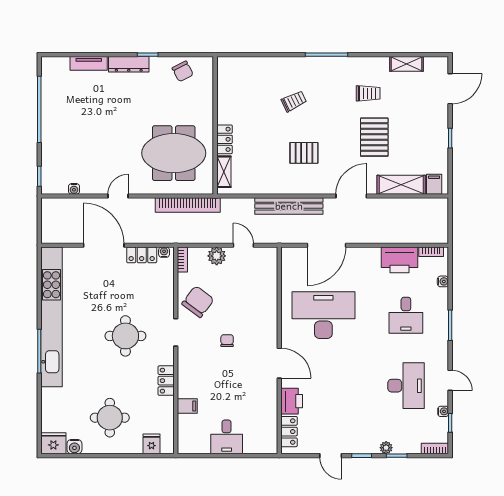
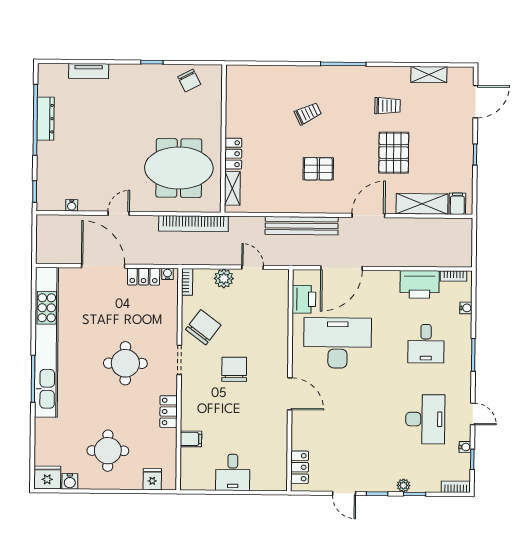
dresser: (129, 64) -> (45, 119), moved, turned -90
chair: (227, 341) -> (234, 369), width x1.87, depth x1.87
printer: (292, 401) -> (304, 299), moved

